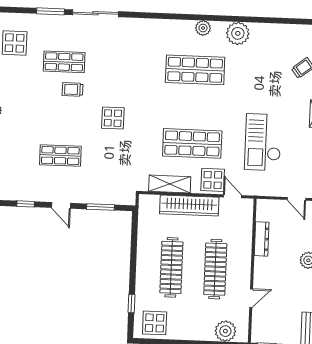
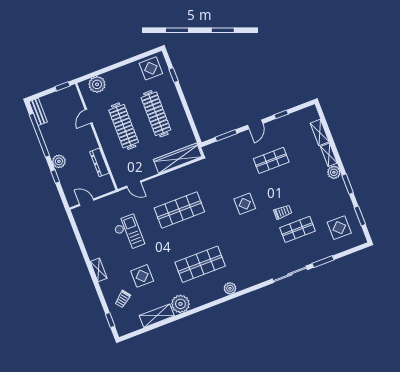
plant: (203, 28) -> (230, 288), moved
checkout: (263, 142) -> (128, 233), width x0.73, depth x0.83
display table: (213, 180) -> (142, 276), moved
shelving: (170, 184) -> (157, 316), moved
door: (61, 205) -> (255, 124), swing flipped
wardrobe: (189, 206) -> (178, 158), moved

